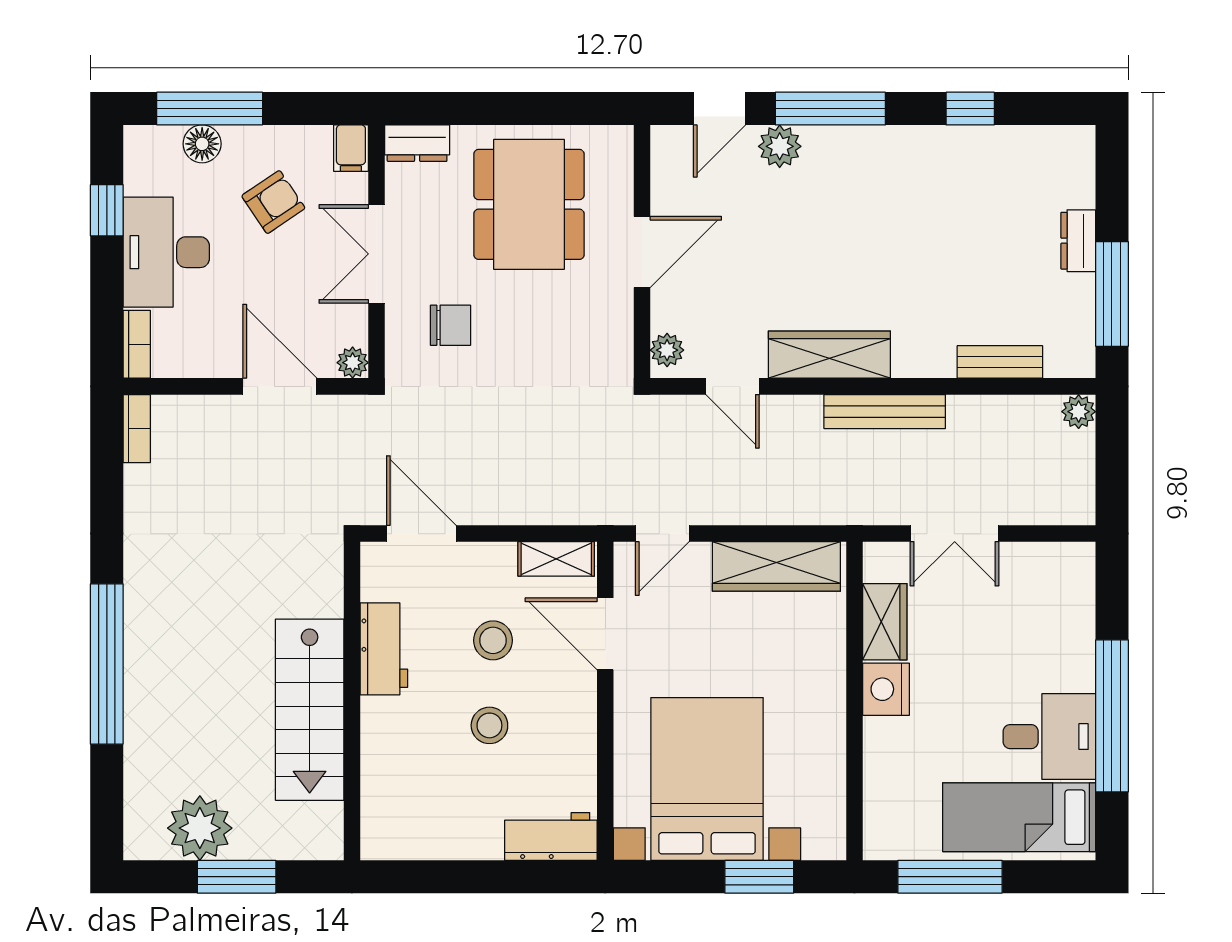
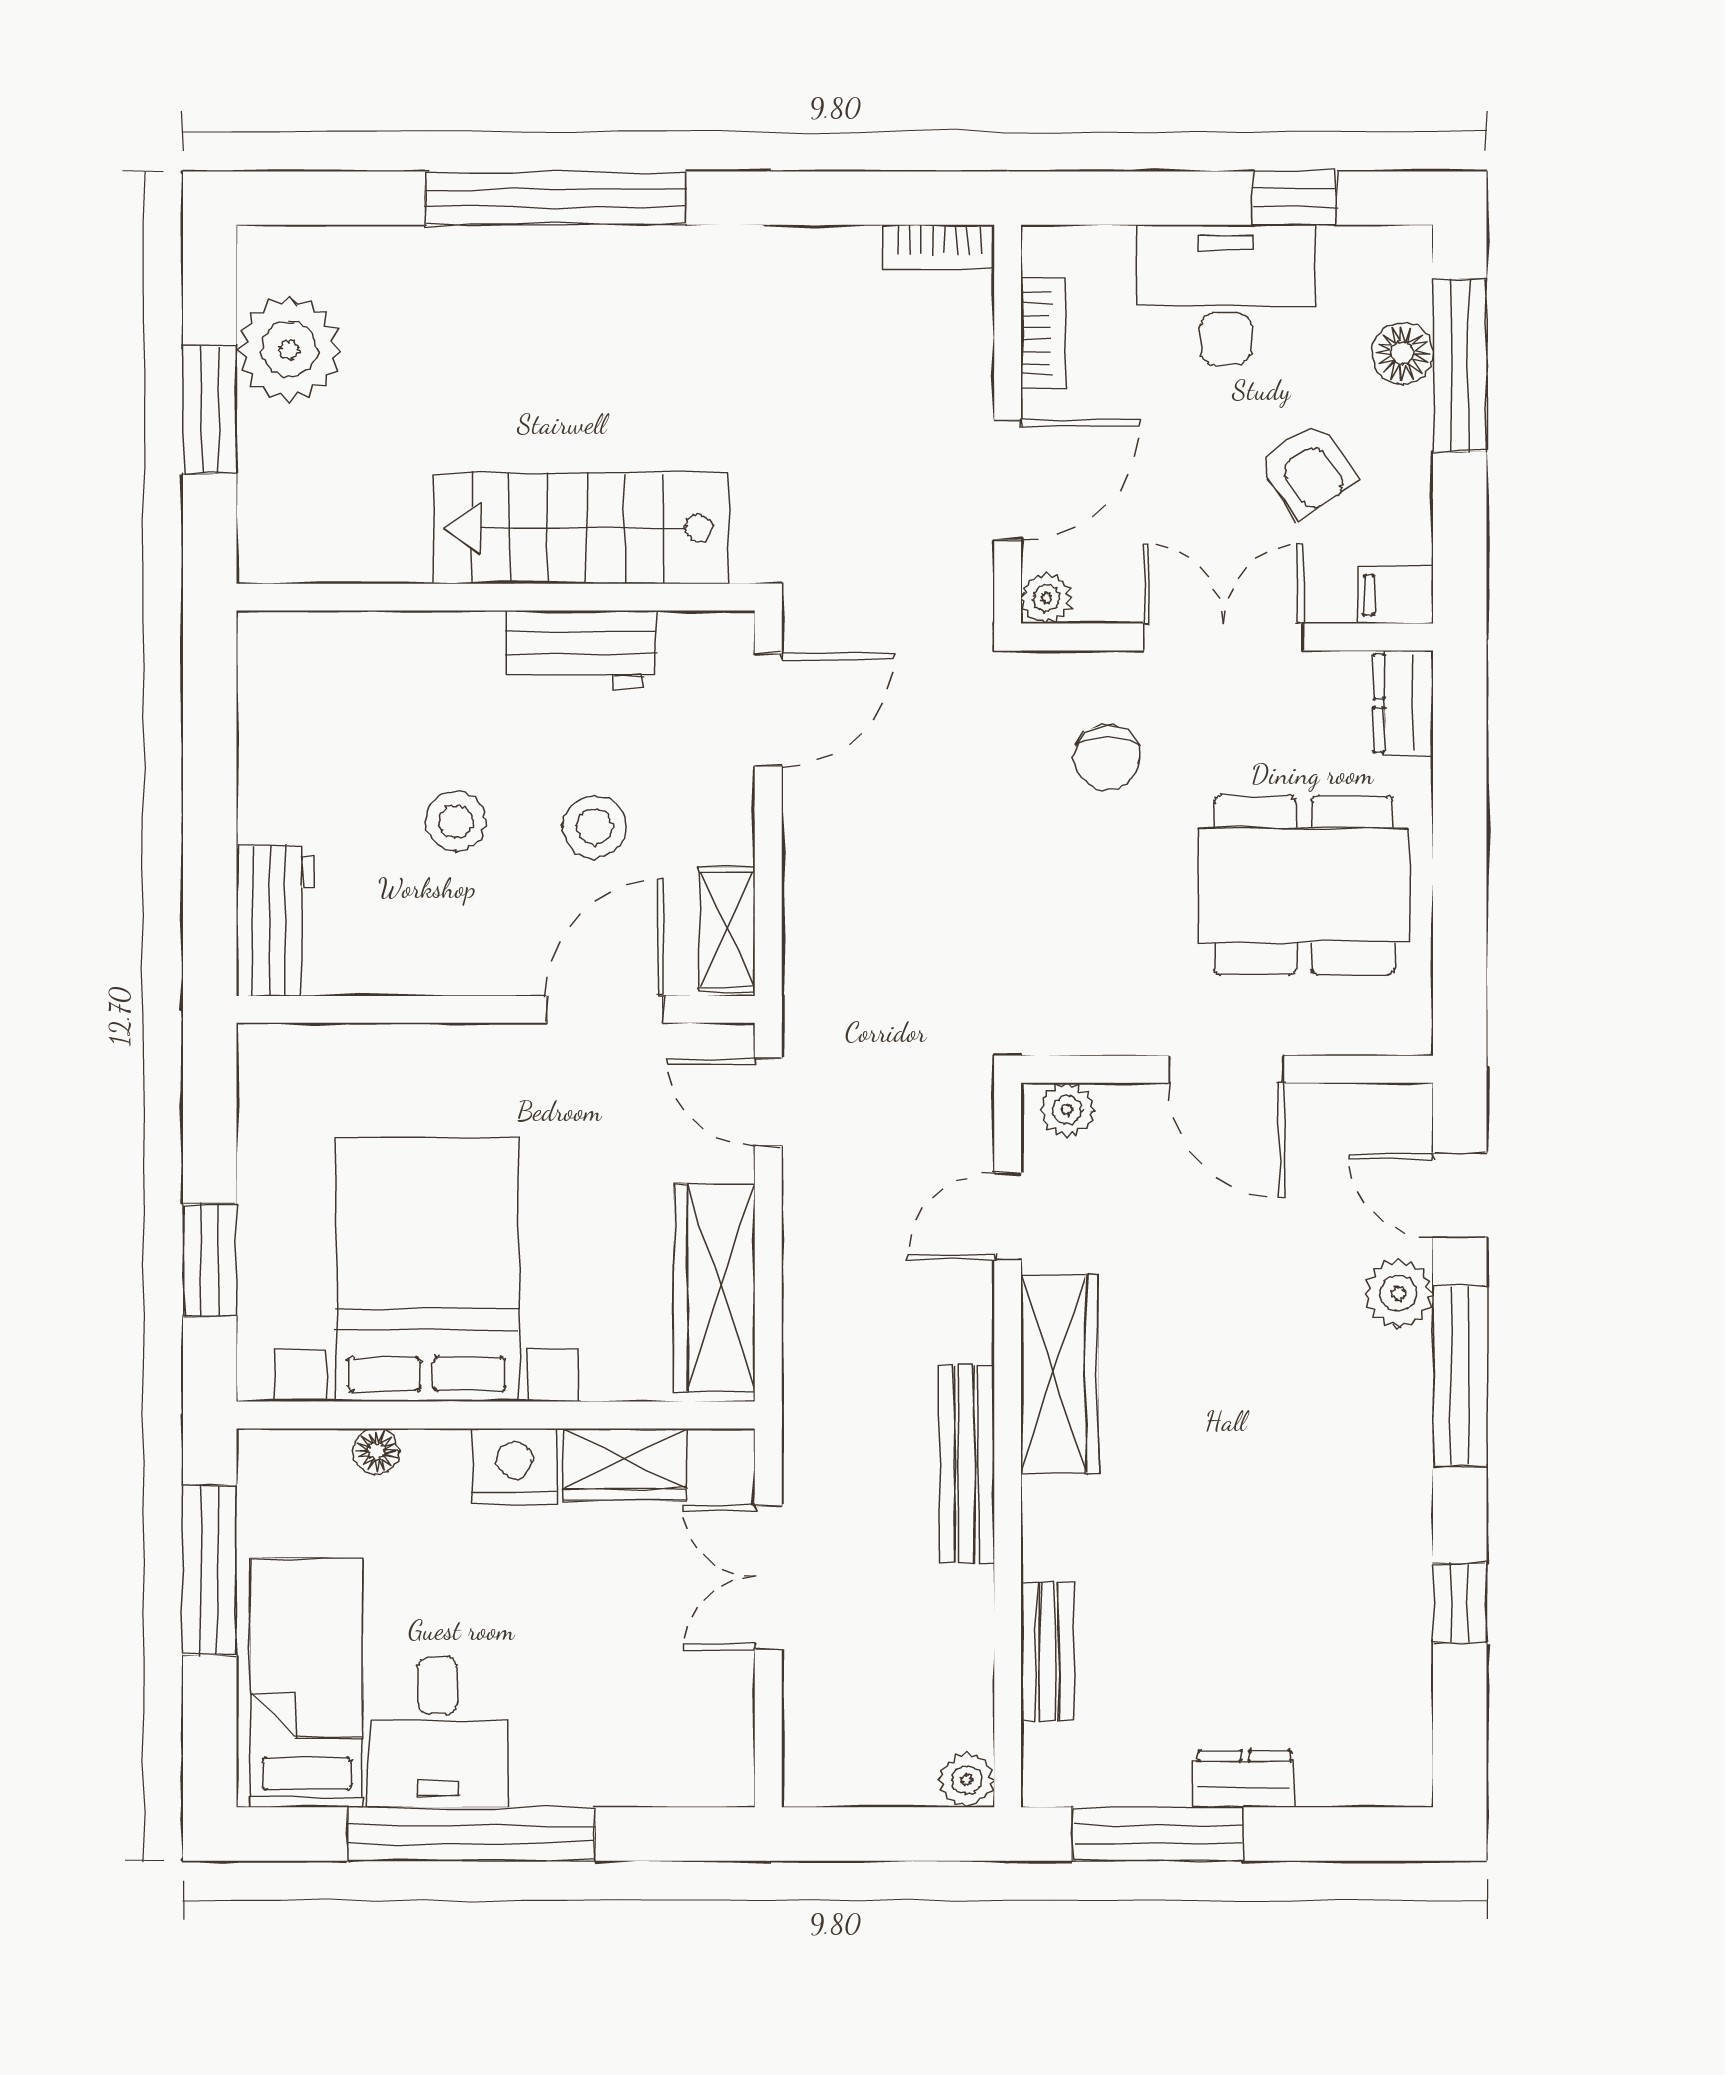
bookcase: (137, 344) -> (1043, 333), moved, turned -90
stairs: (310, 710) -> (580, 528), moved
floor lamp: (877, 774) -> (376, 1451), added
bed with nightstands: (707, 779) -> (427, 1269), moved, turned -90

